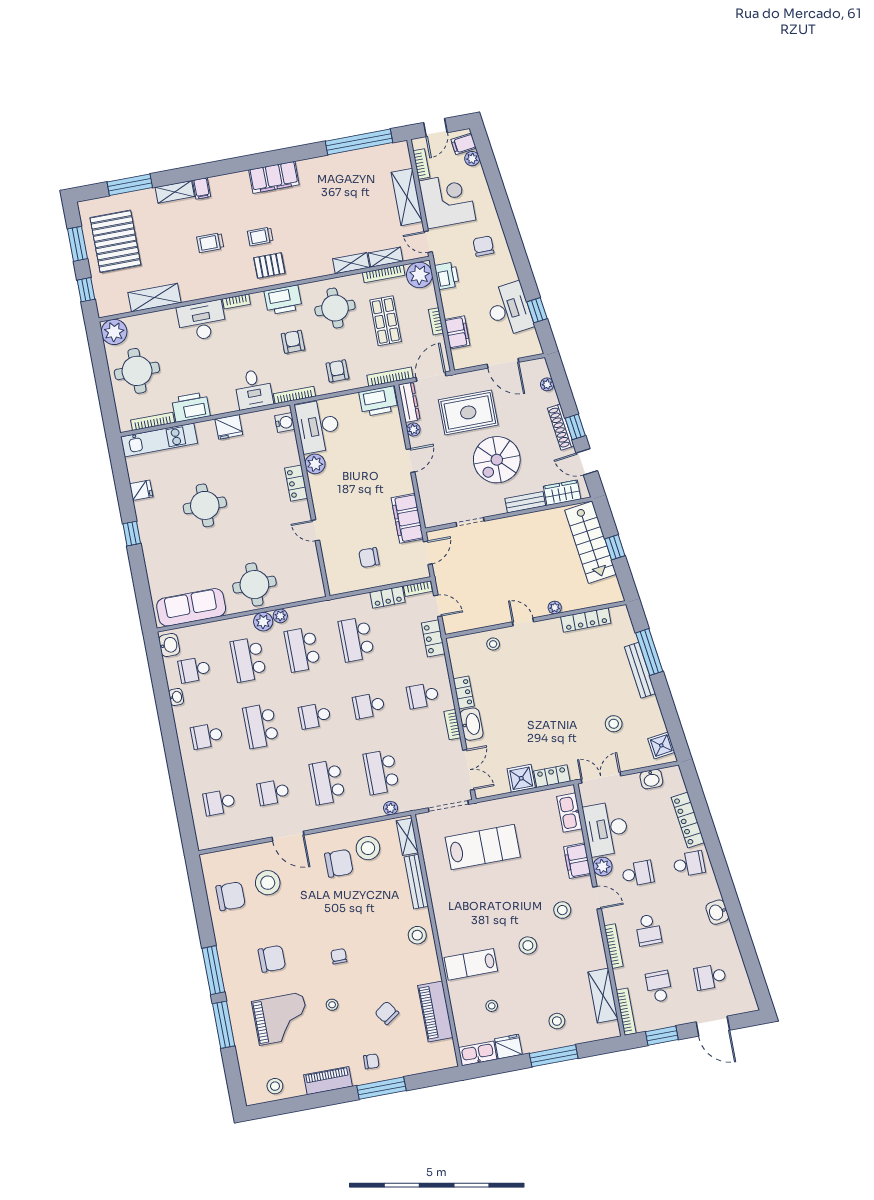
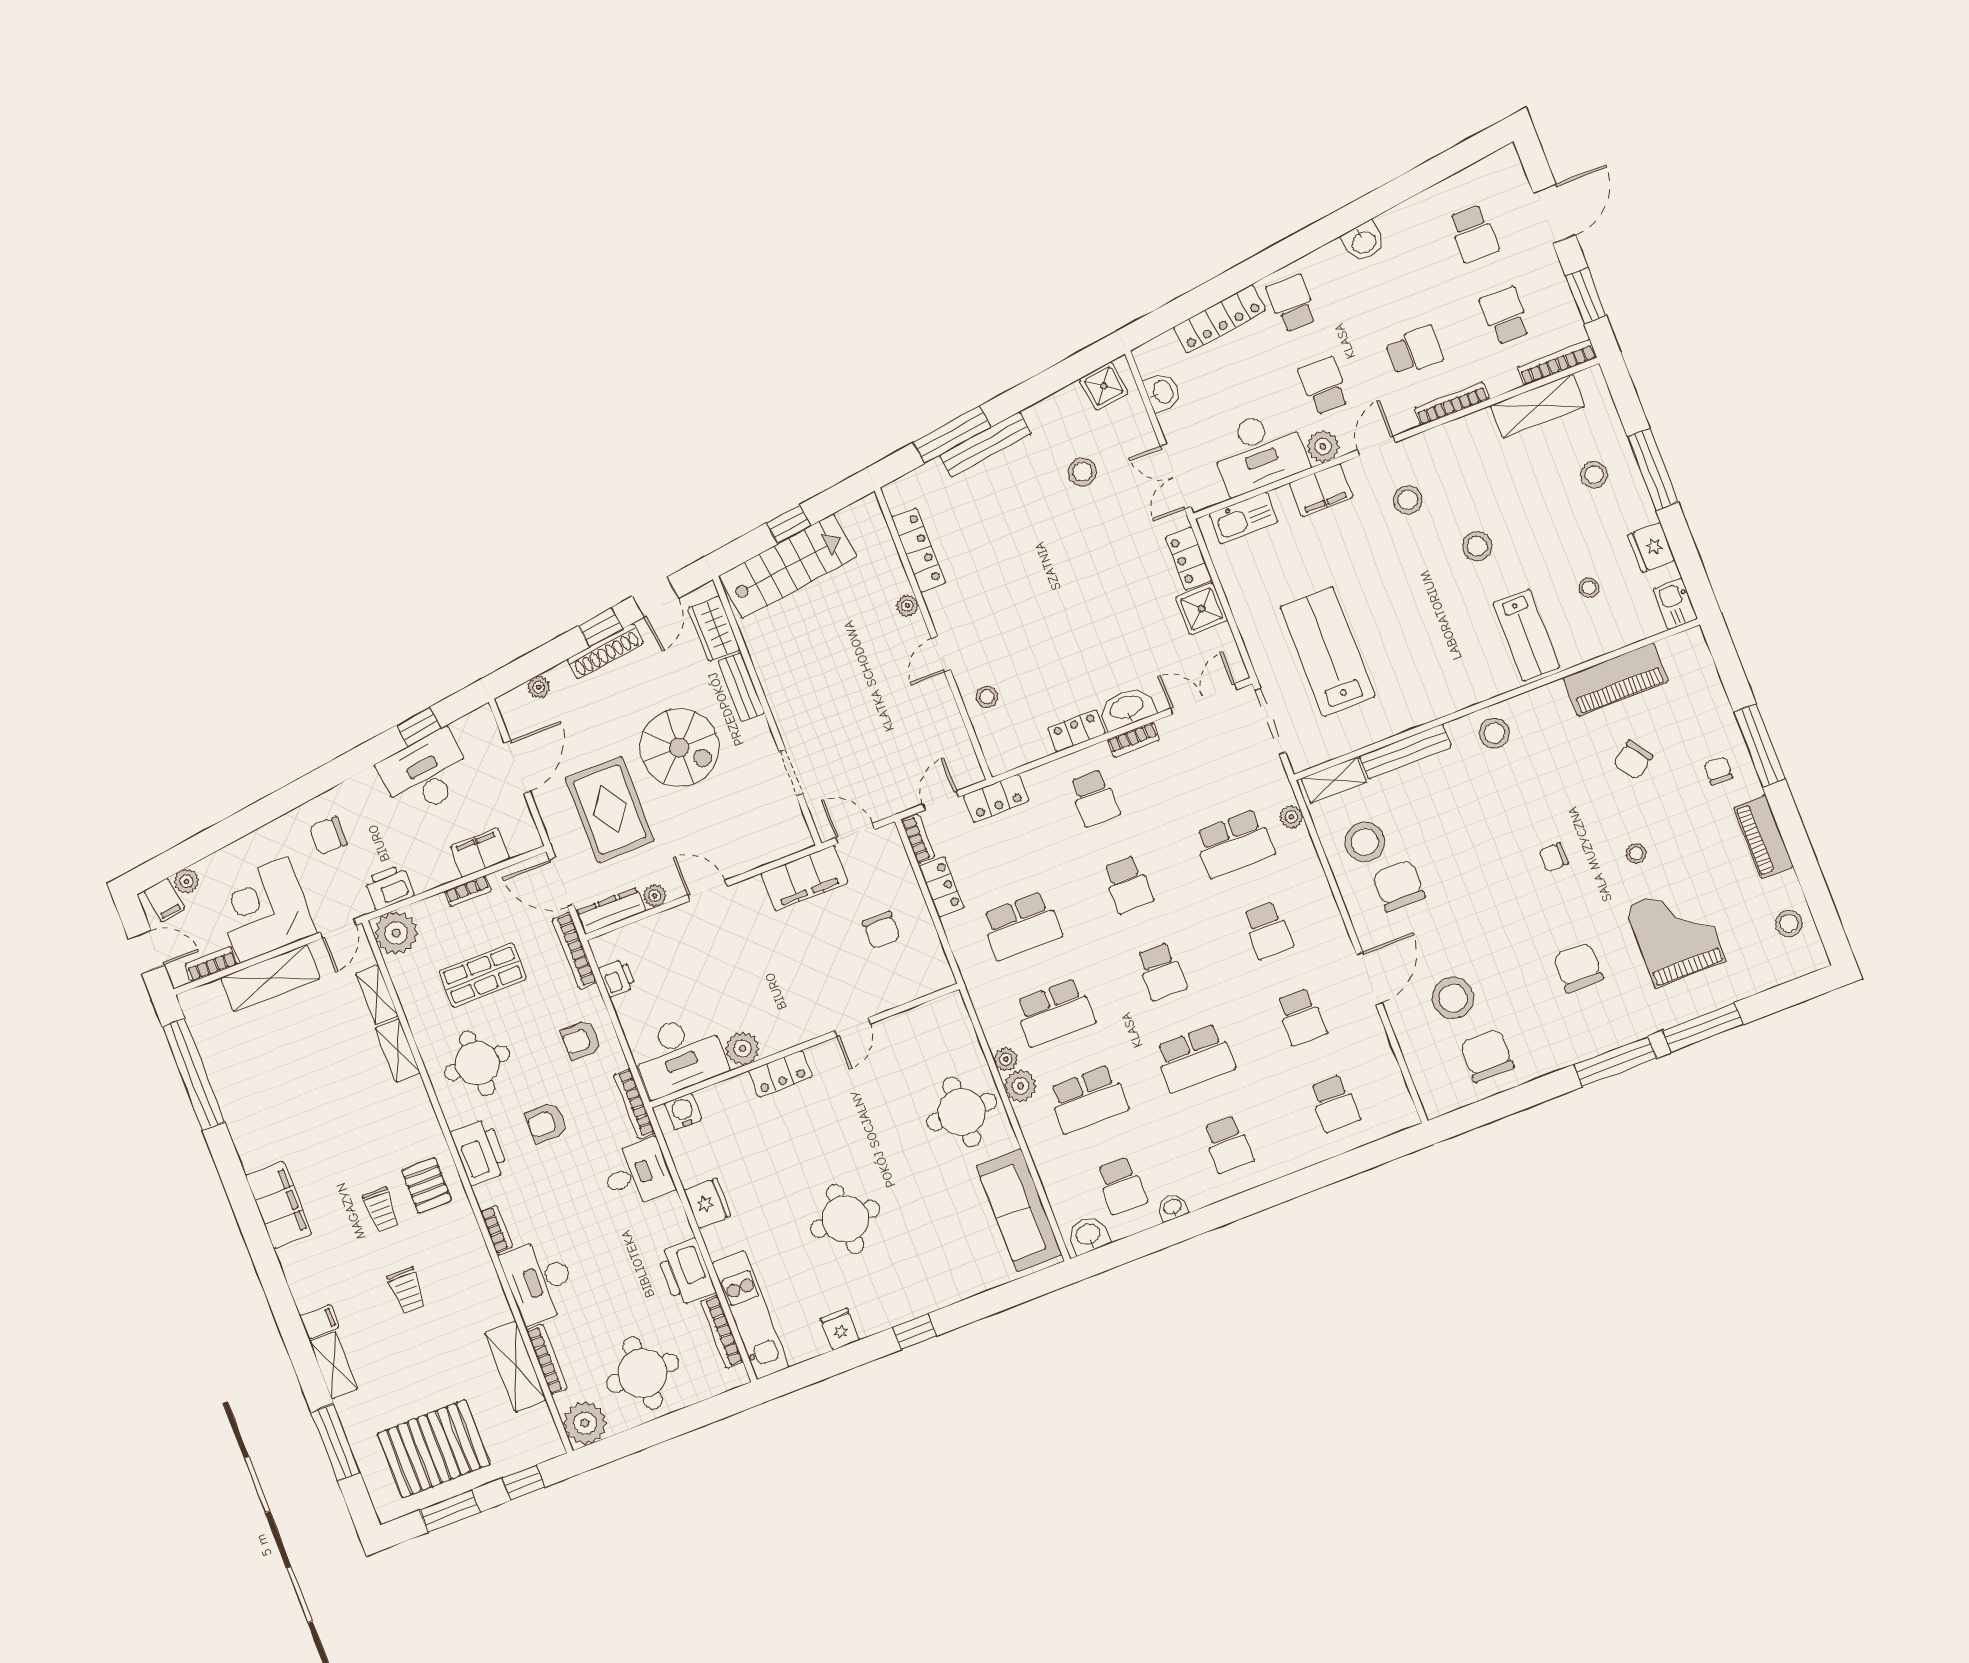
bookcase: (384, 274) -> (547, 1359), moved
printer: (378, 401) -> (617, 978), width x0.53, depth x0.68
school desk: (327, 782) -> (1268, 930), width x0.54
school desk: (659, 986) -> (1505, 316), turned 90
kitchen sink: (478, 1053) -> (1675, 604), width x0.73

